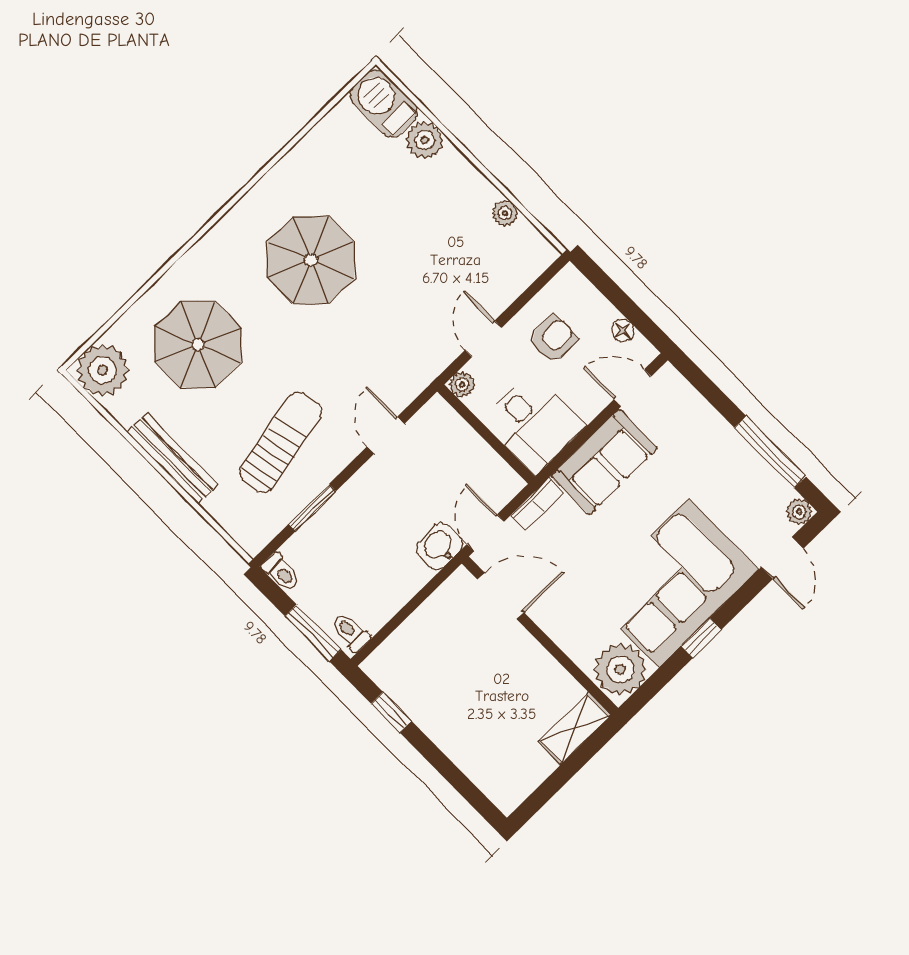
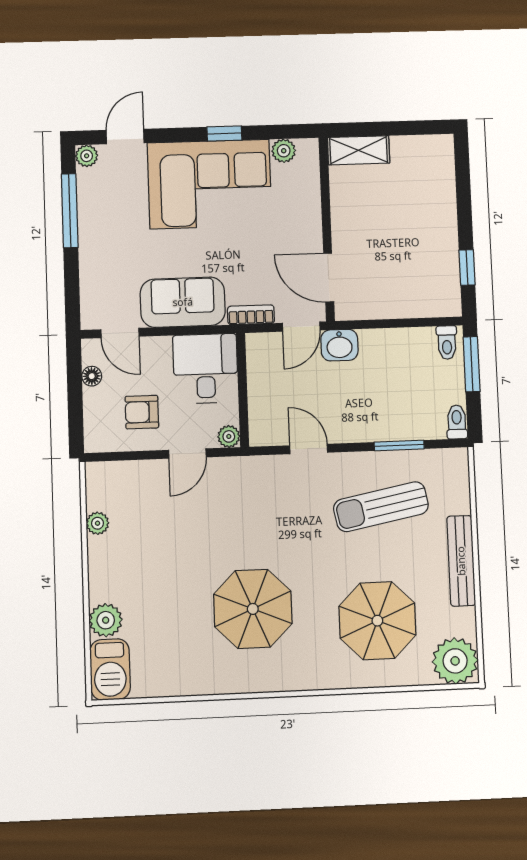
door: (386, 435) -> (309, 449), swing flipped
plant: (621, 669) -> (284, 151), width x0.53, depth x0.53

